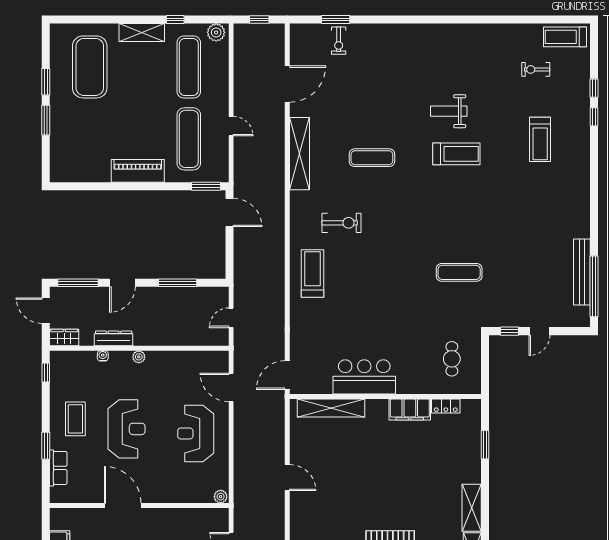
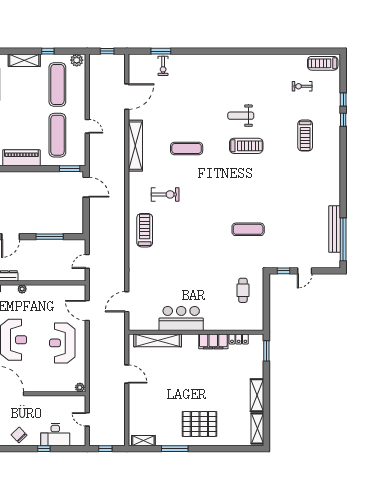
bar counter: (364, 377) -> (181, 318), moved
wall: (385, 397) -> (196, 332), moved
locker: (446, 406) -> (239, 339), moved
shelving: (331, 408) -> (158, 340), moved
filing cabinet: (410, 410) -> (213, 341), moved

